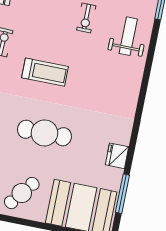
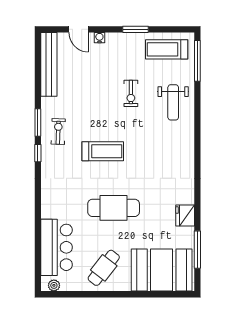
weight bench: (128, 36) -> (173, 102), turned 180

